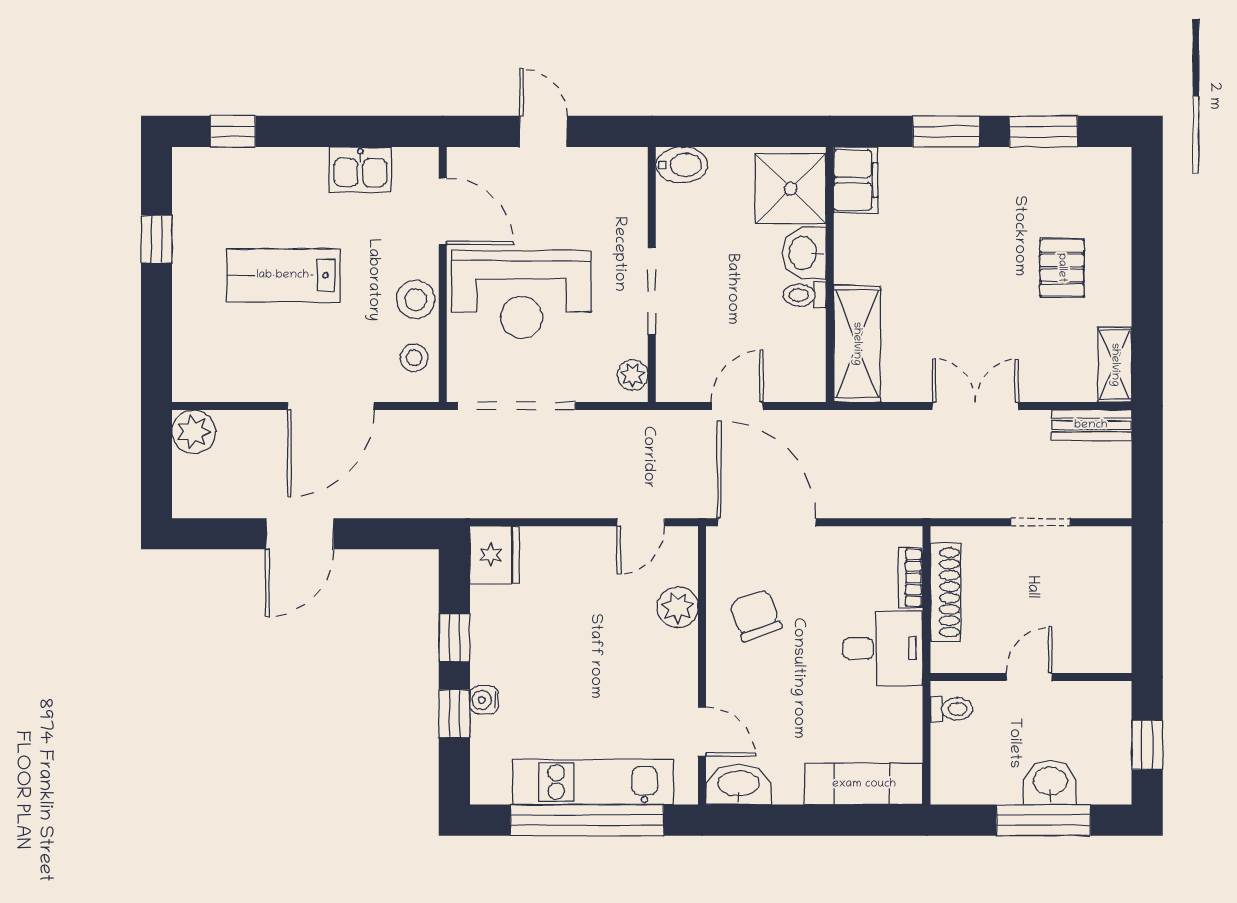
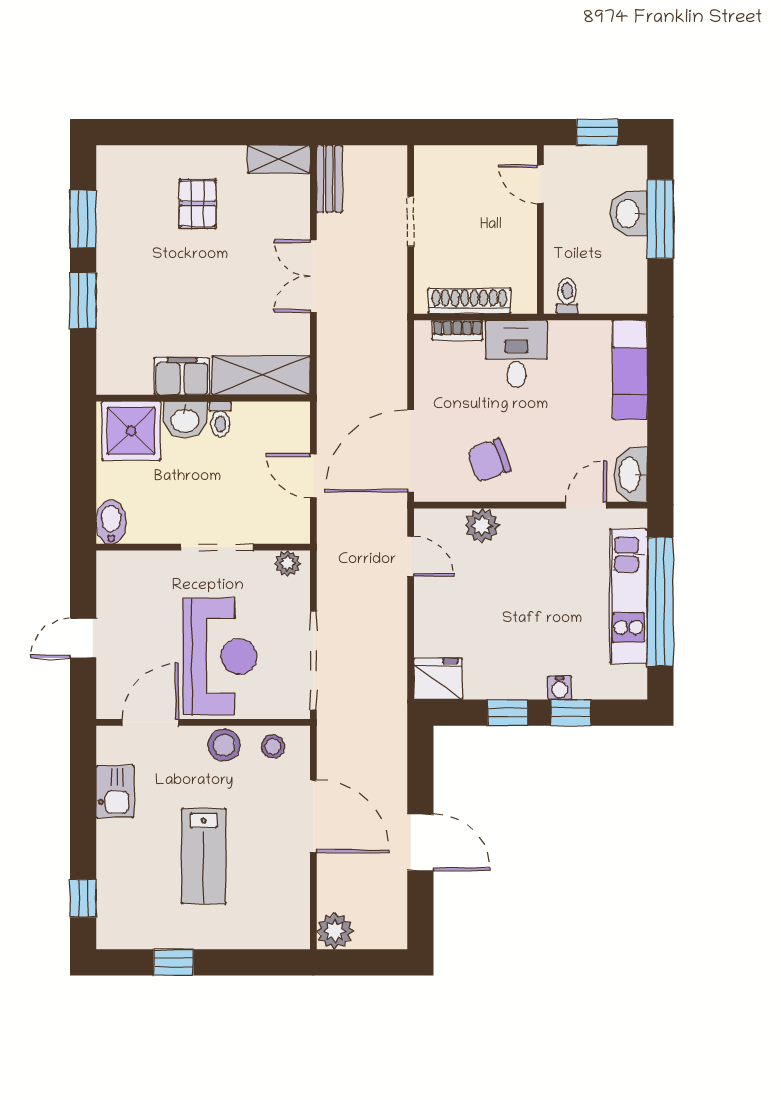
filing cabinet: (856, 180) -> (182, 376), moved
pallet: (1062, 268) -> (198, 204), turned 90
door: (1029, 677) -> (540, 184), moved

